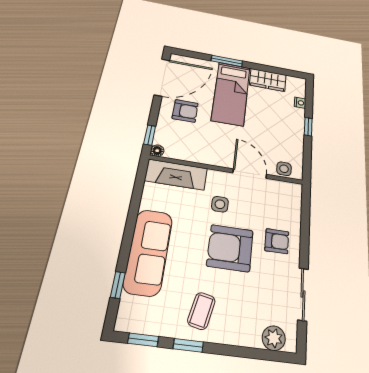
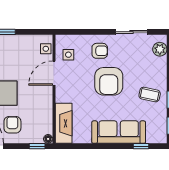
side table: (220, 204) -> (68, 55), moved
armchair: (277, 241) -> (100, 51), turned 90

